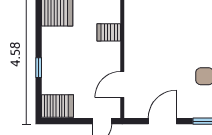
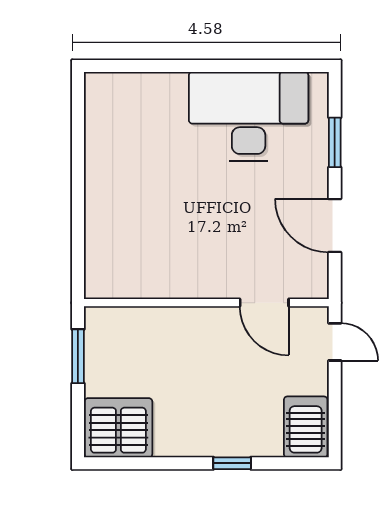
server rack: (109, 32) -> (164, 329), removed

